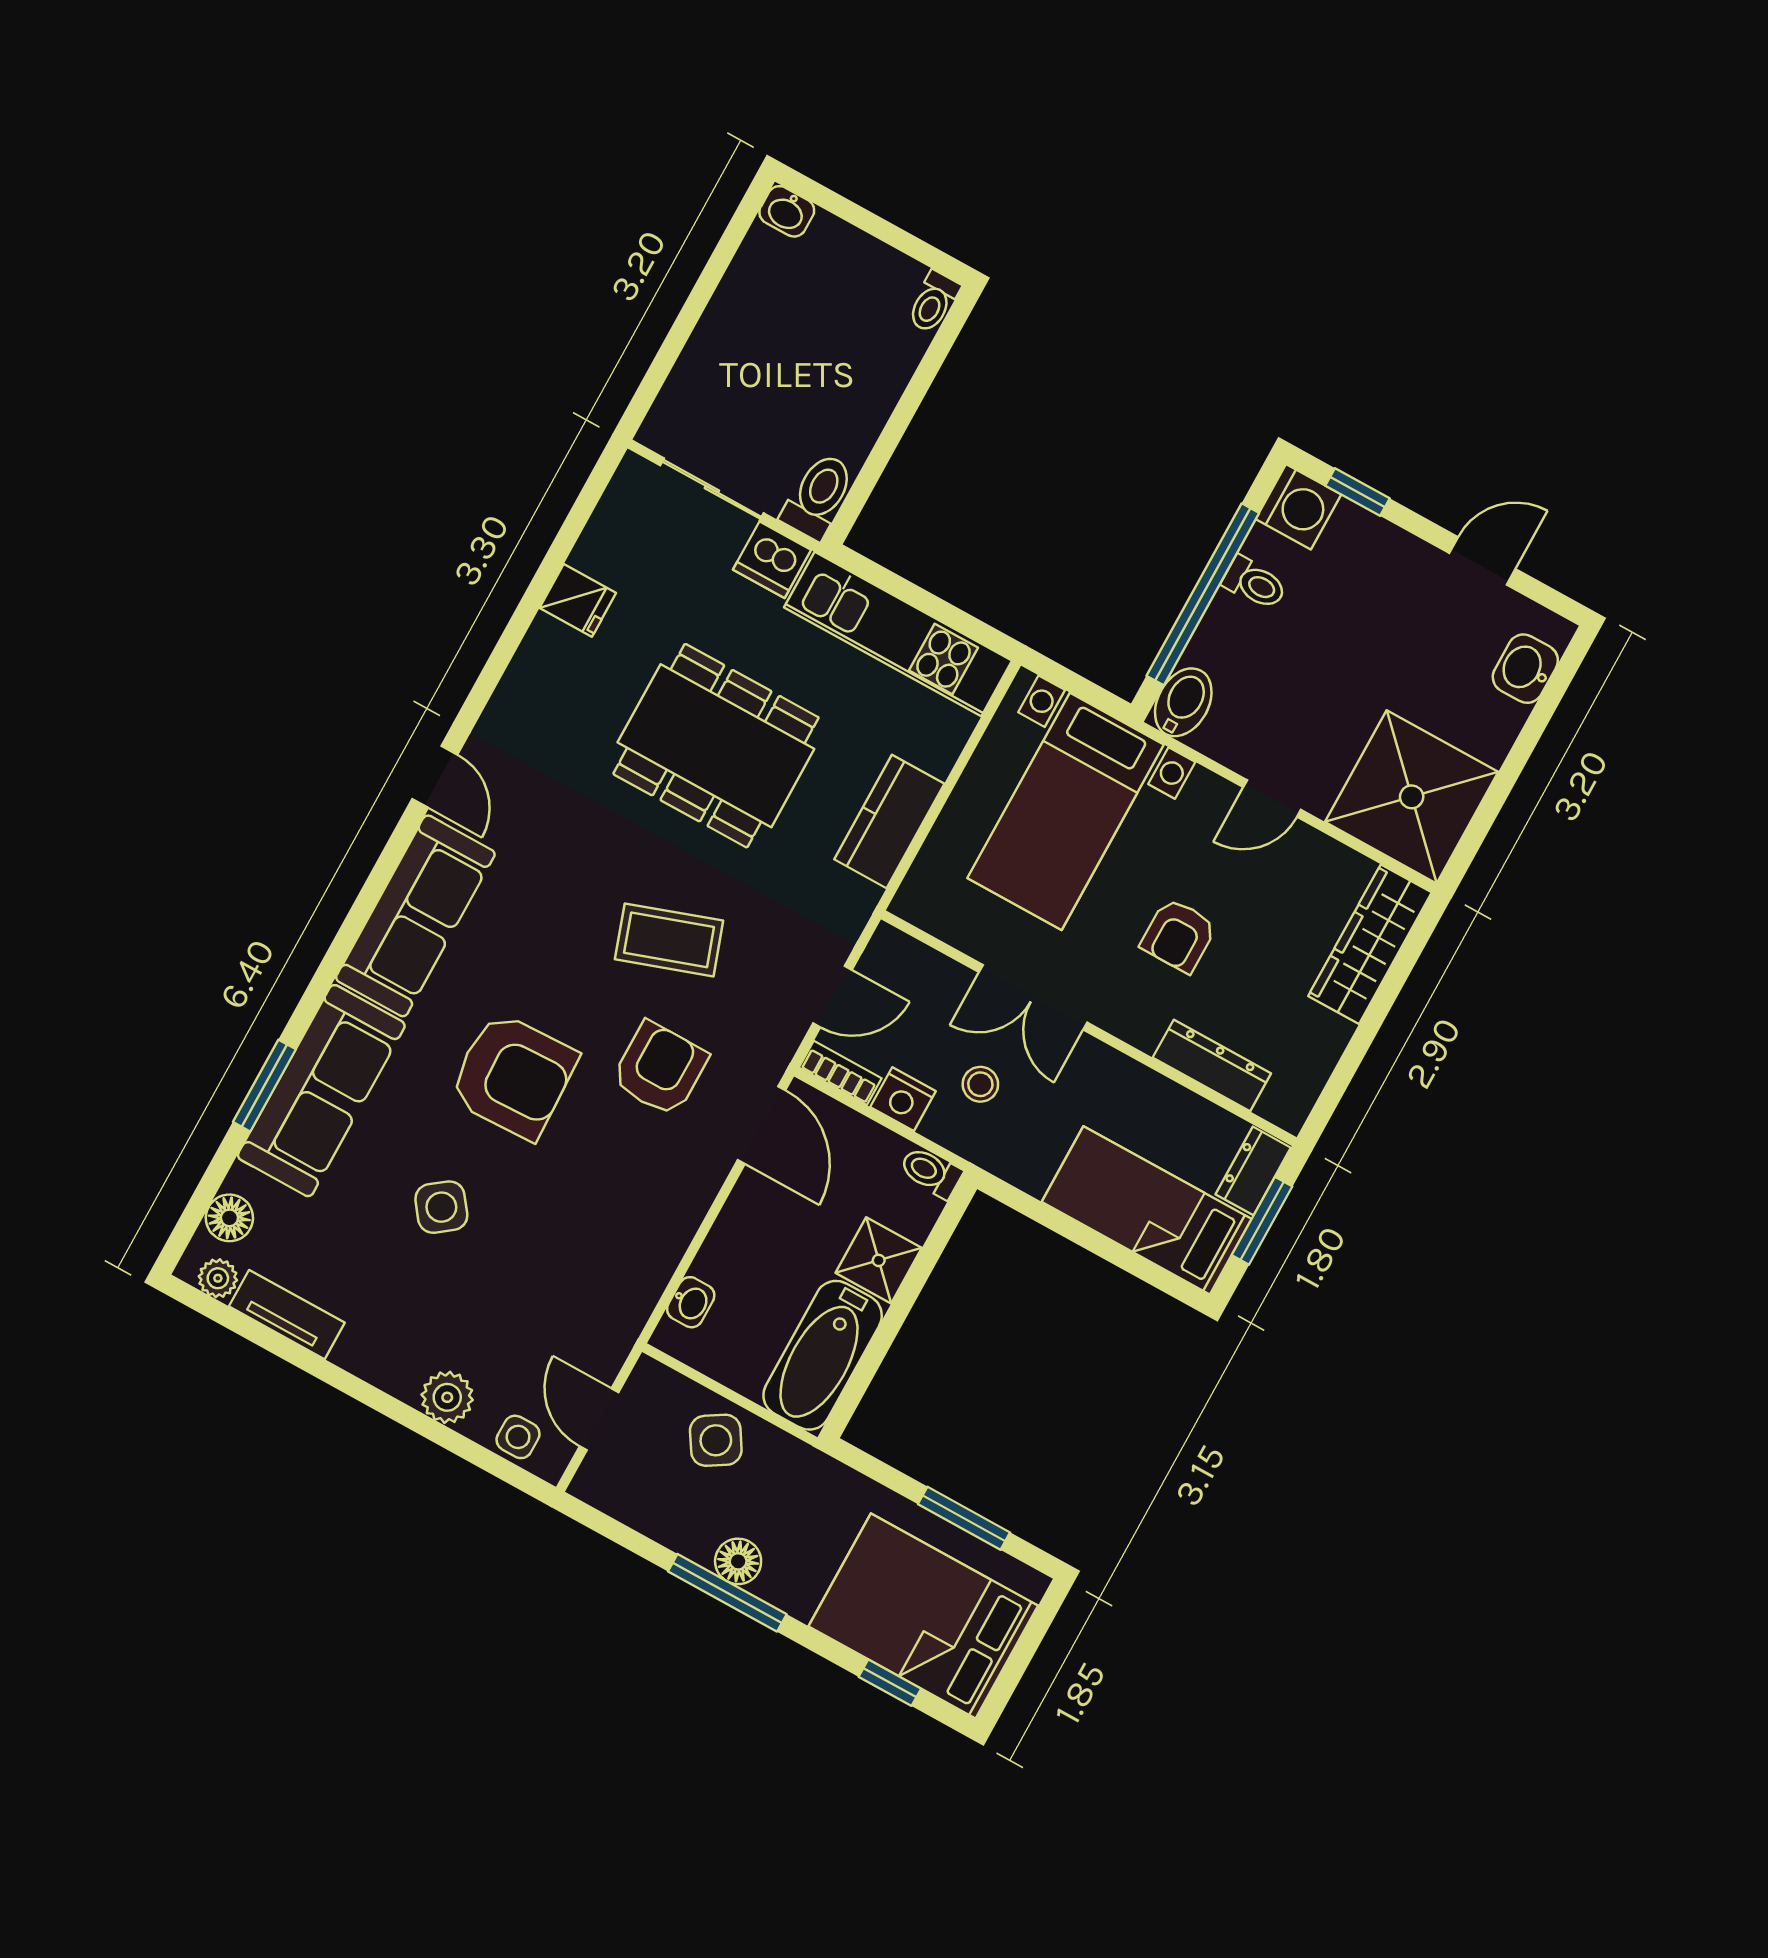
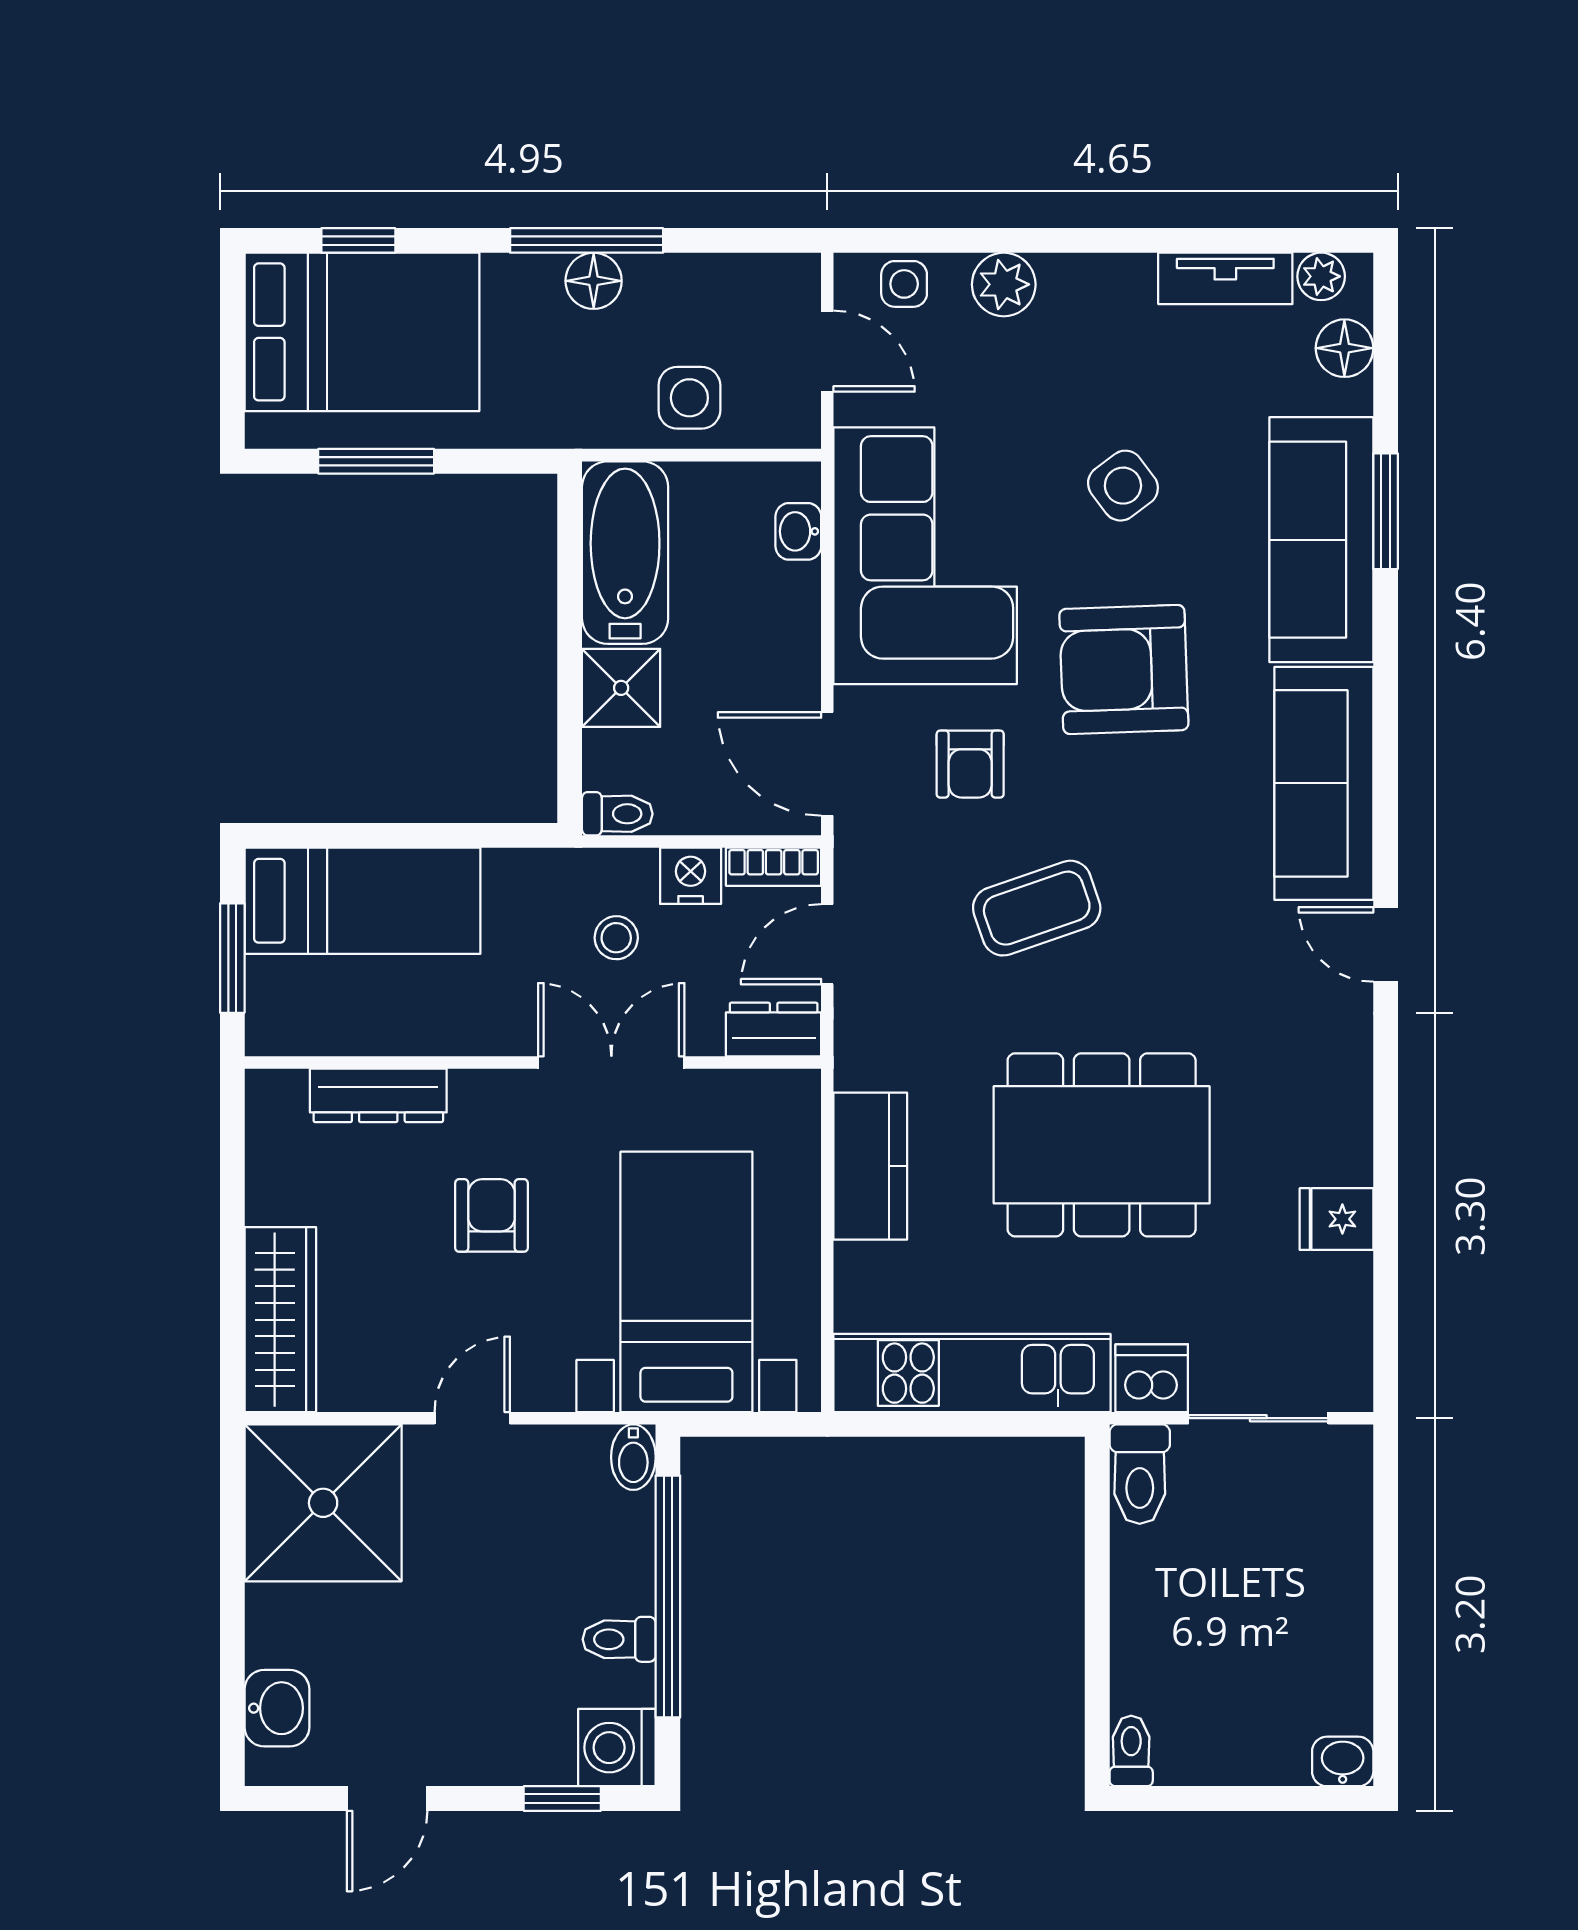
bidet: (1183, 702) -> (633, 1457), width x0.72, depth x0.74
armchair: (660, 1069) -> (970, 764), width x0.72, depth x0.72
dresser: (1253, 1171) -> (774, 1029), moved, turned -90
corner sofa: (610, 1235) -> (925, 556), added
side table: (716, 1440) -> (689, 398), turned 32

